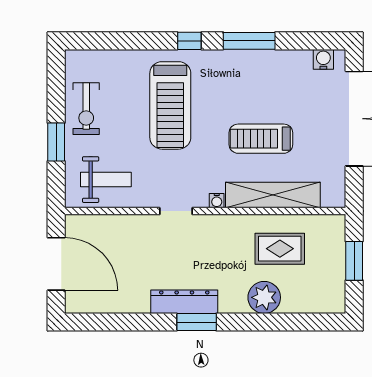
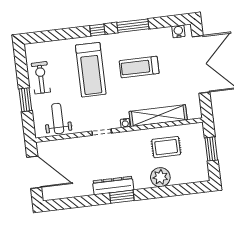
exercise bike: (86, 109) -> (41, 78), turned 180
treadmill: (261, 139) -> (139, 67), moved
weight bench: (106, 180) -> (58, 118), turned -90

